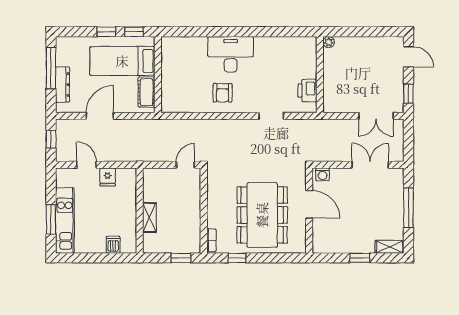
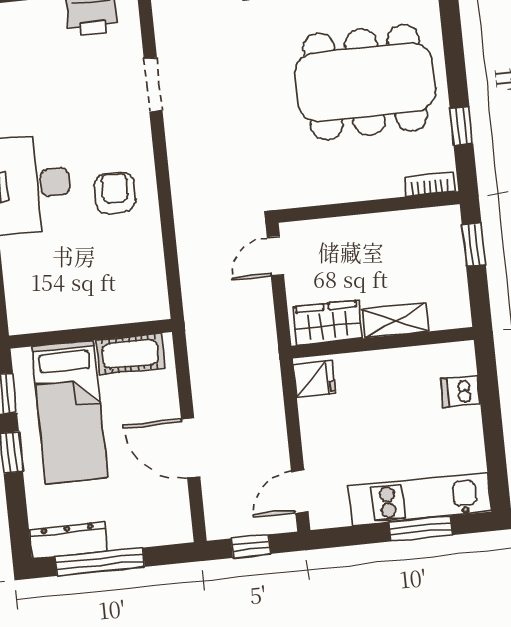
dresser: (63, 85) -> (68, 540), moved
armchair: (223, 93) -> (115, 193), turned -90
door: (87, 165) -> (300, 492), moved
door: (185, 165) -> (275, 256), hinge flipped
fridge: (108, 177) -> (314, 379), moved
wardrobe: (152, 186) -> (327, 323), added

